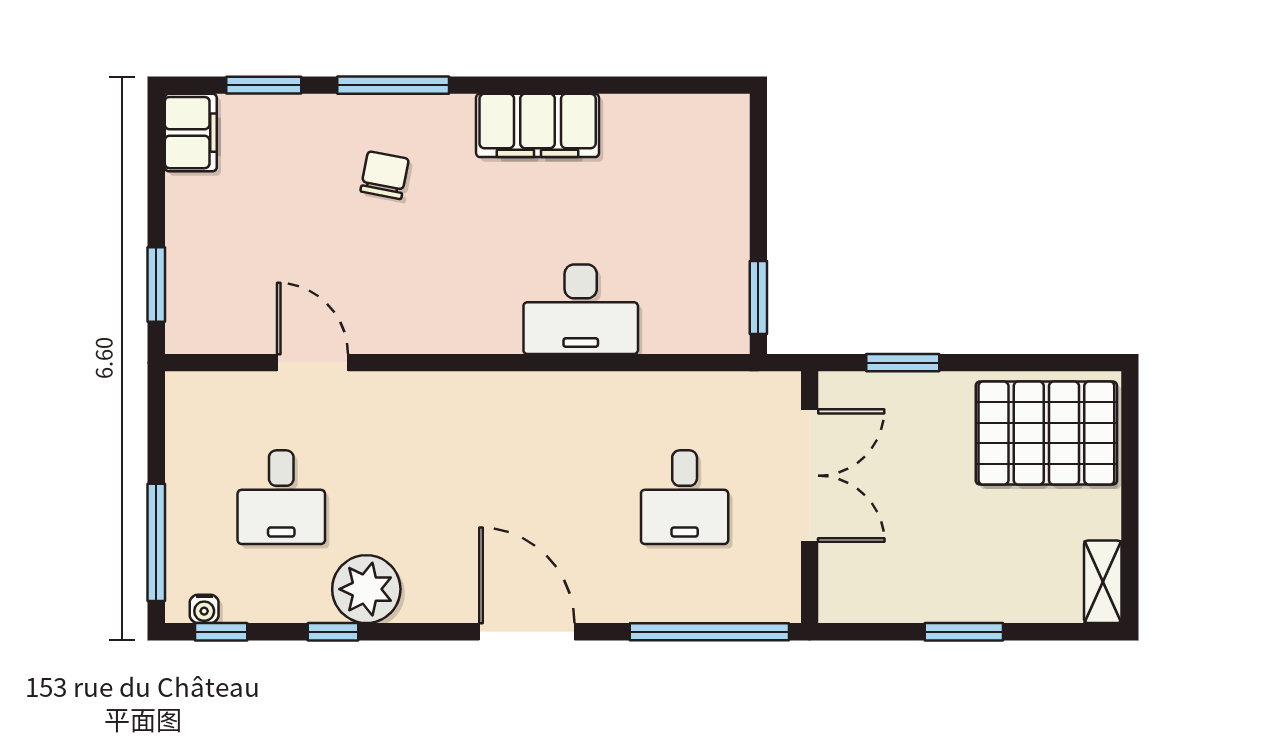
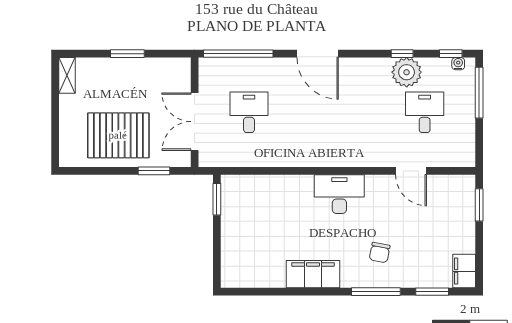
desk: (581, 309) -> (339, 194), moved
pallet: (1046, 433) -> (118, 135), moved
plant: (366, 589) -> (407, 72), moved

